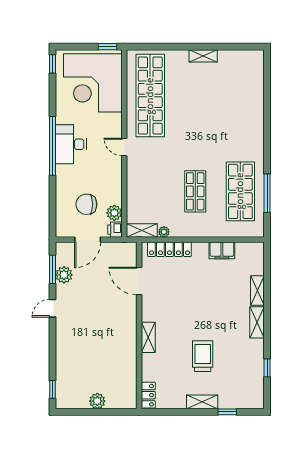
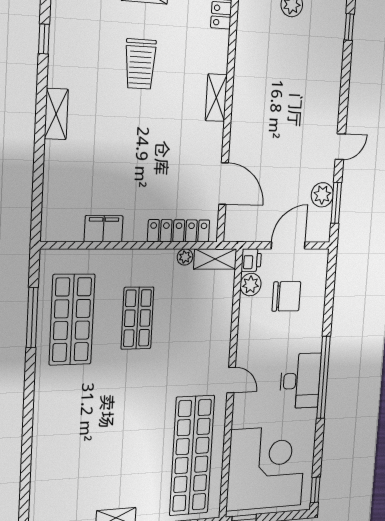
shelving: (257, 290) -> (53, 165), removed

